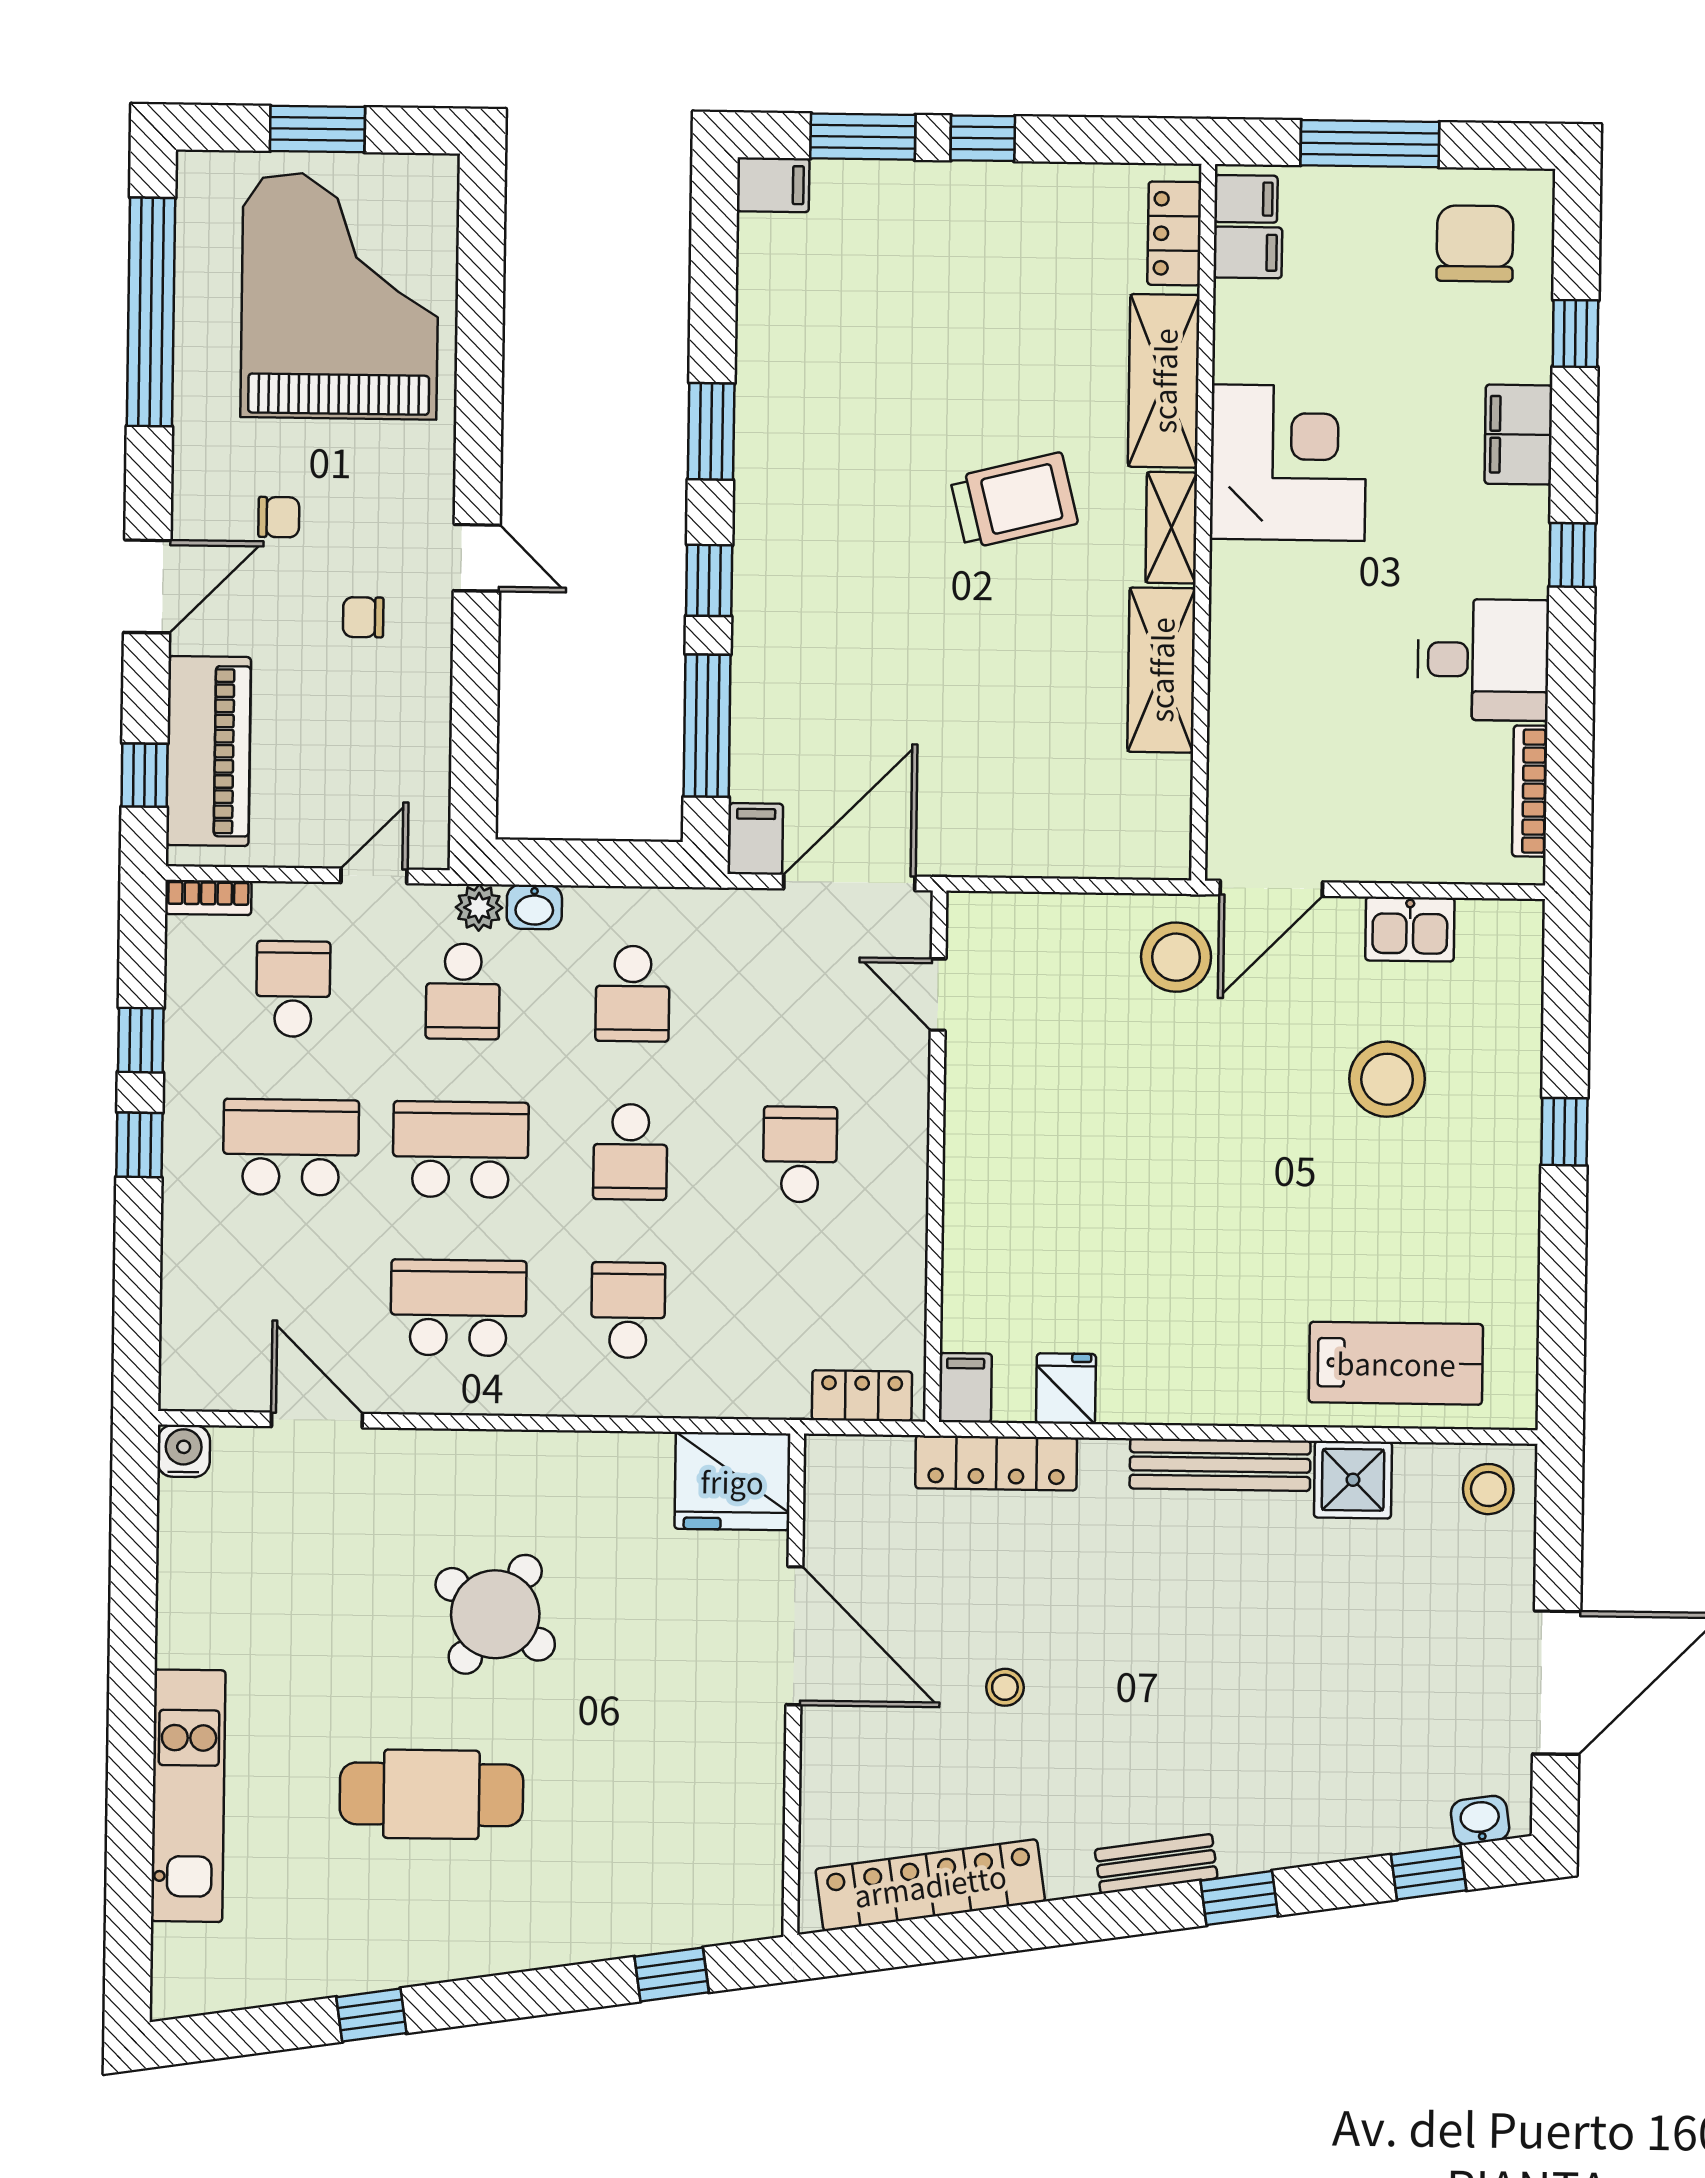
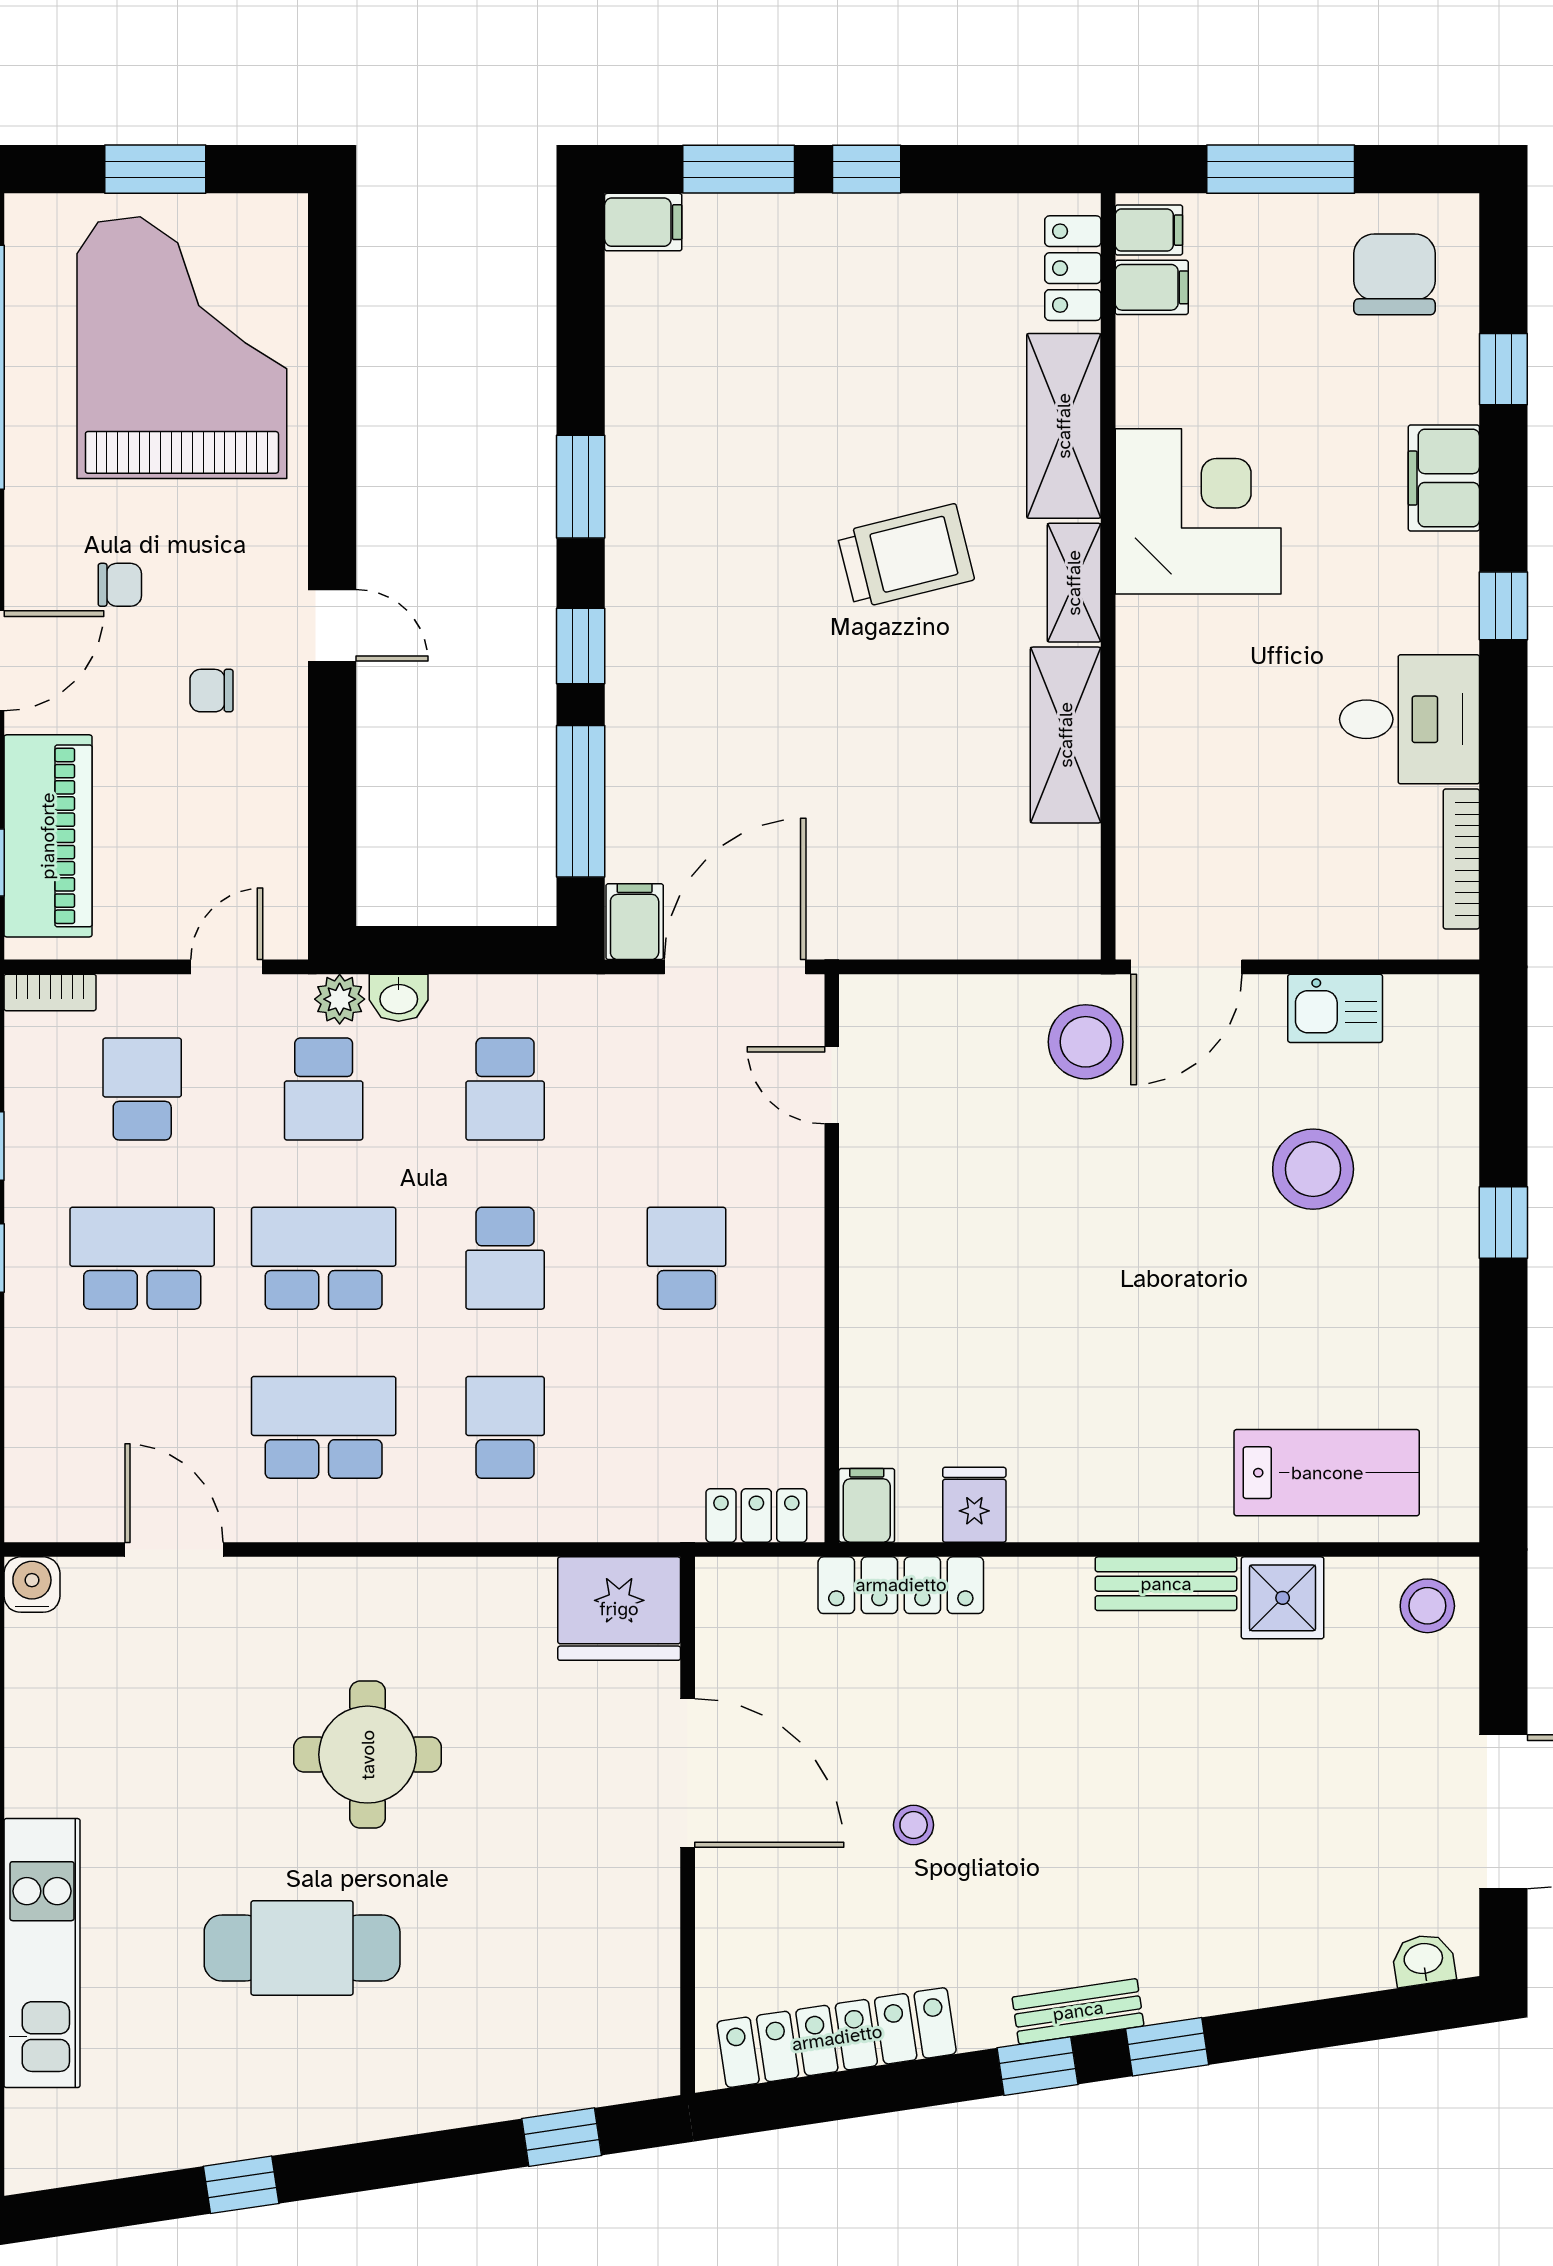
bench: (1220, 1465) -> (1166, 1584), width x0.73
round table: (495, 1614) -> (368, 1755), turned -34
window: (1429, 1873) -> (1037, 2066), moved

